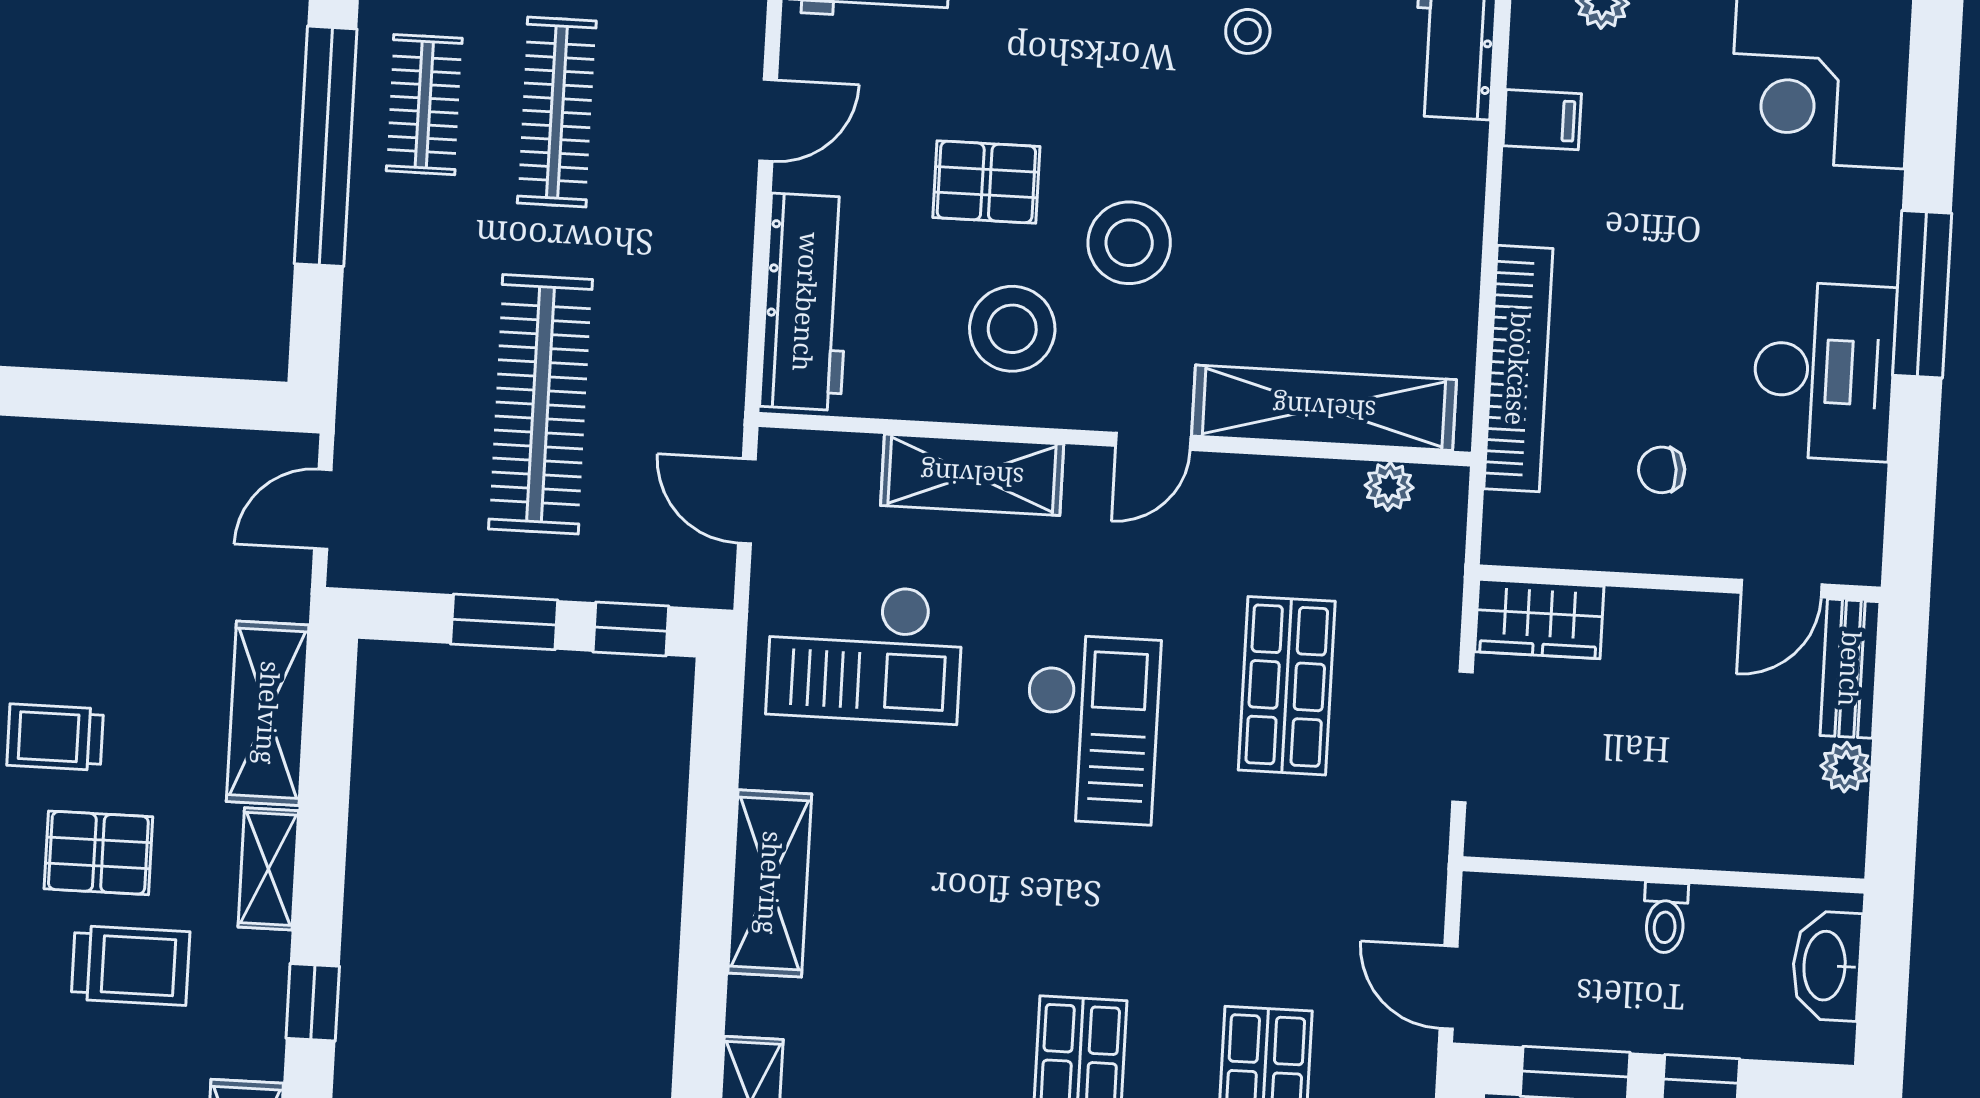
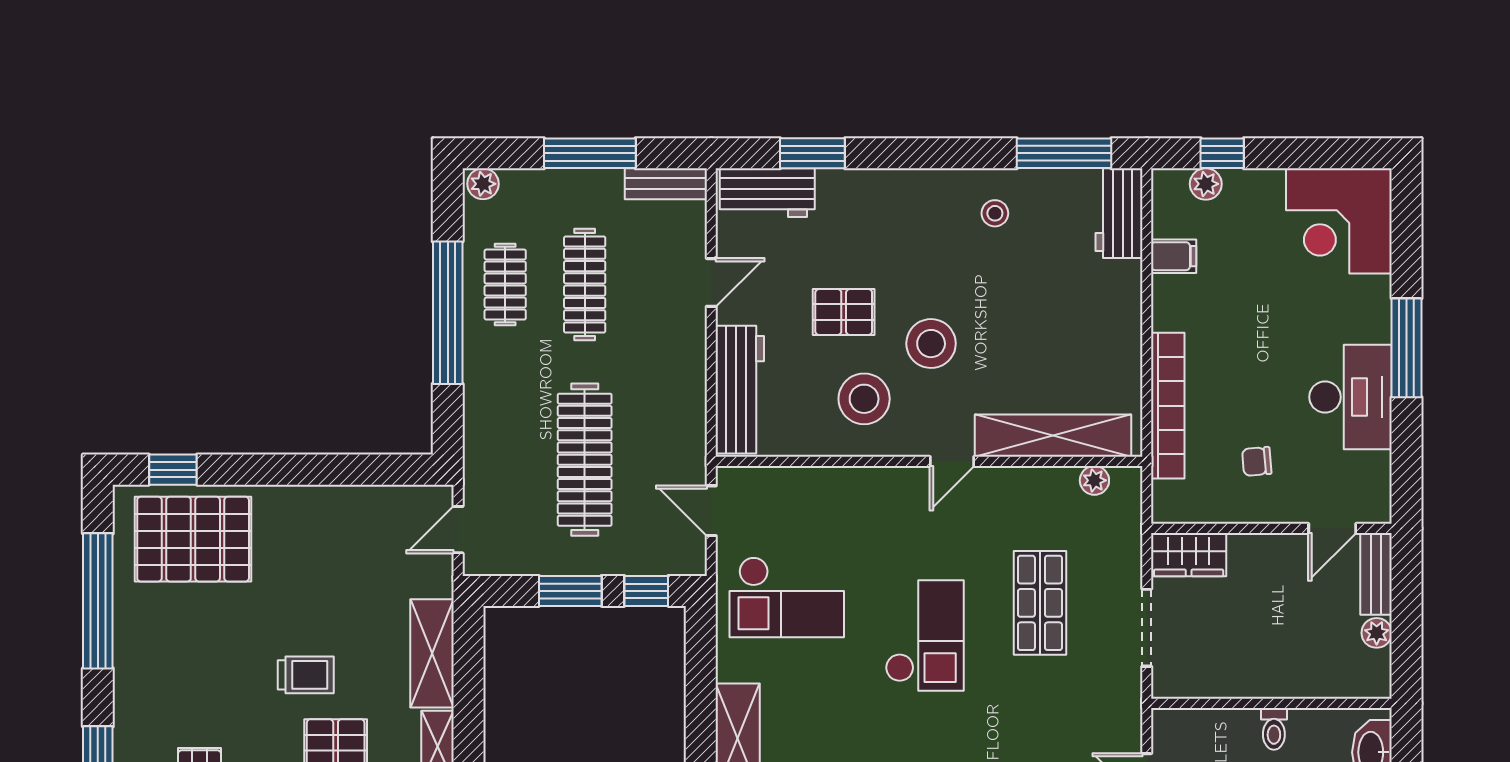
shelving: (972, 475) -> (845, 487), removed
trolley: (55, 737) -> (306, 675), turned 180

